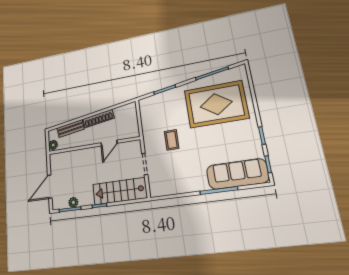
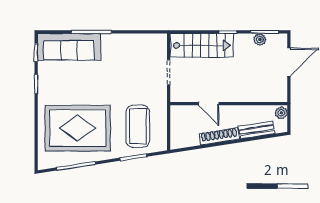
coffee table: (172, 140) -> (138, 126), moved, width x1.86, depth x1.72
door: (109, 143) -> (209, 104), swing flipped

